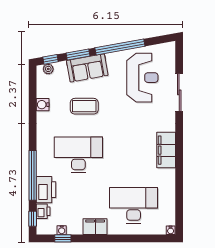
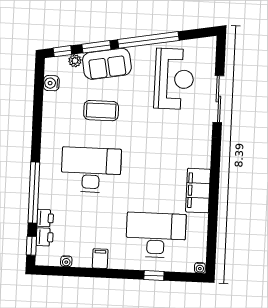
plant: (48, 69) -> (75, 61), moved
water cooler: (43, 105) -> (51, 83), moved
filing cabinet: (166, 150) -> (198, 191), moved
printer: (46, 190) -> (45, 218), width x0.53, depth x0.68
filing cabinet: (95, 227) -> (100, 259), width x0.50
window: (63, 238) -> (154, 276), moved

